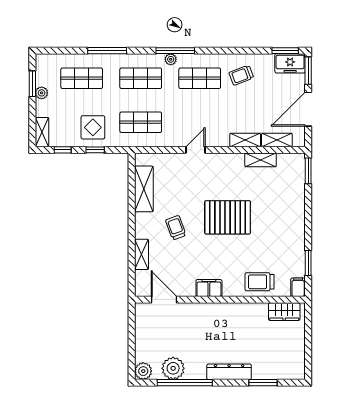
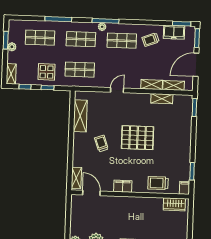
freezer: (290, 63) -> (174, 32), moved
shelving: (142, 254) -> (76, 178), moved

